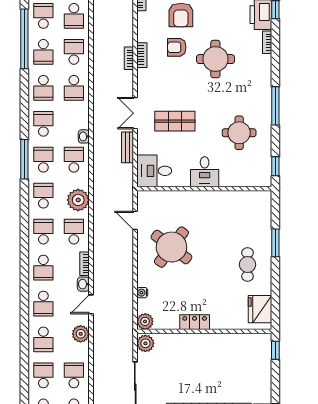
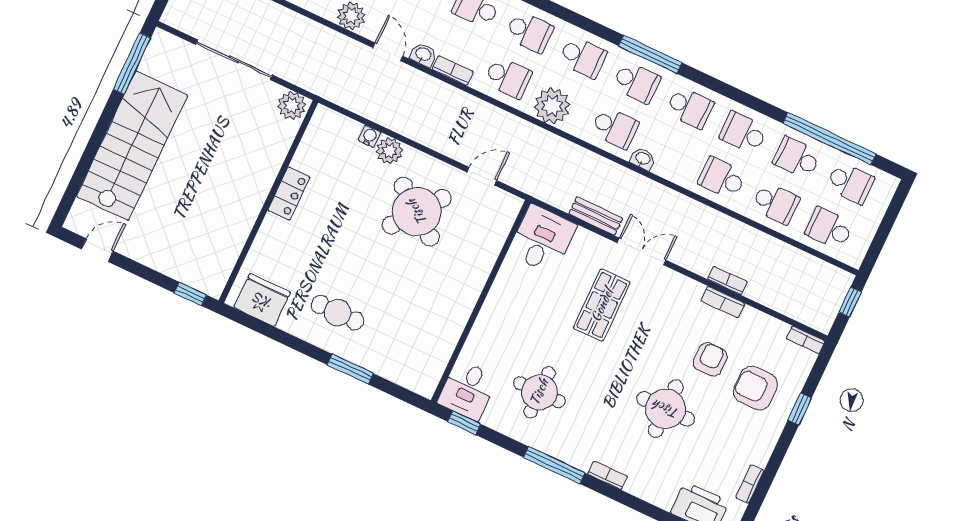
bookcase: (267, 42) -> (608, 475), moved
desk: (205, 172) -> (468, 390), moved, turned -90
plant: (145, 321) -> (389, 151), moved

